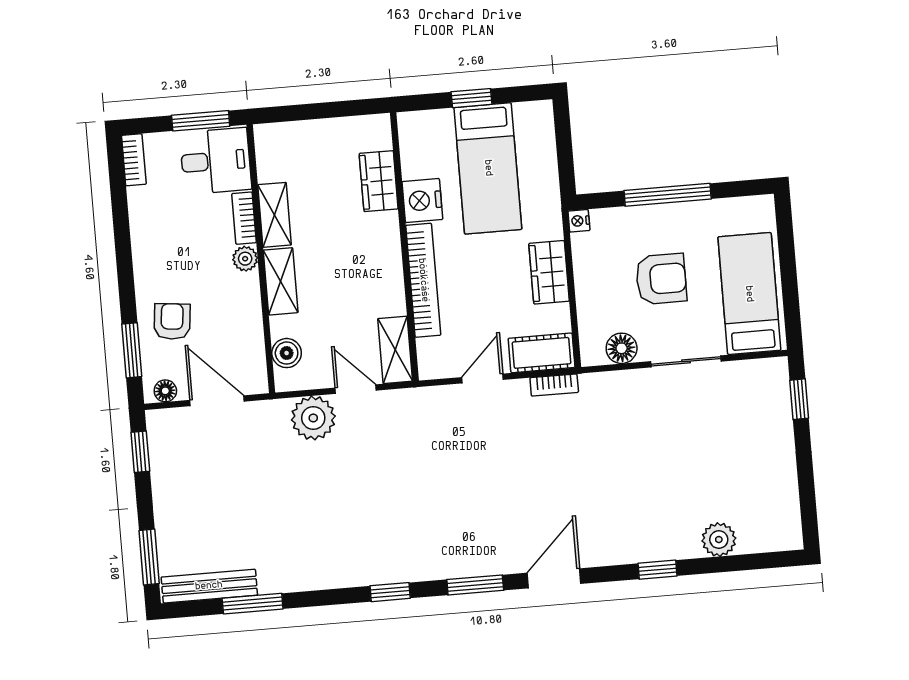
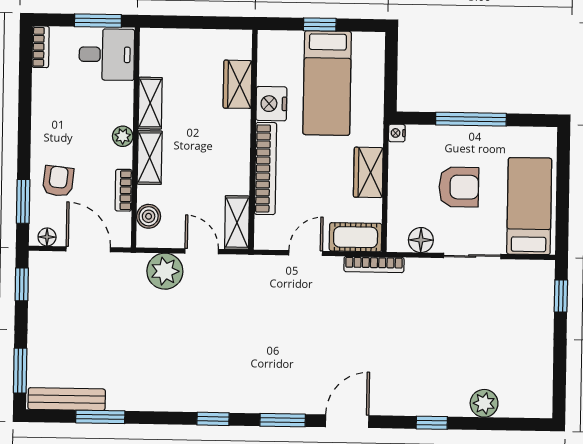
bookcase: (244, 218) -> (124, 190), moved
bookcase: (554, 385) -> (374, 264), width x1.56

